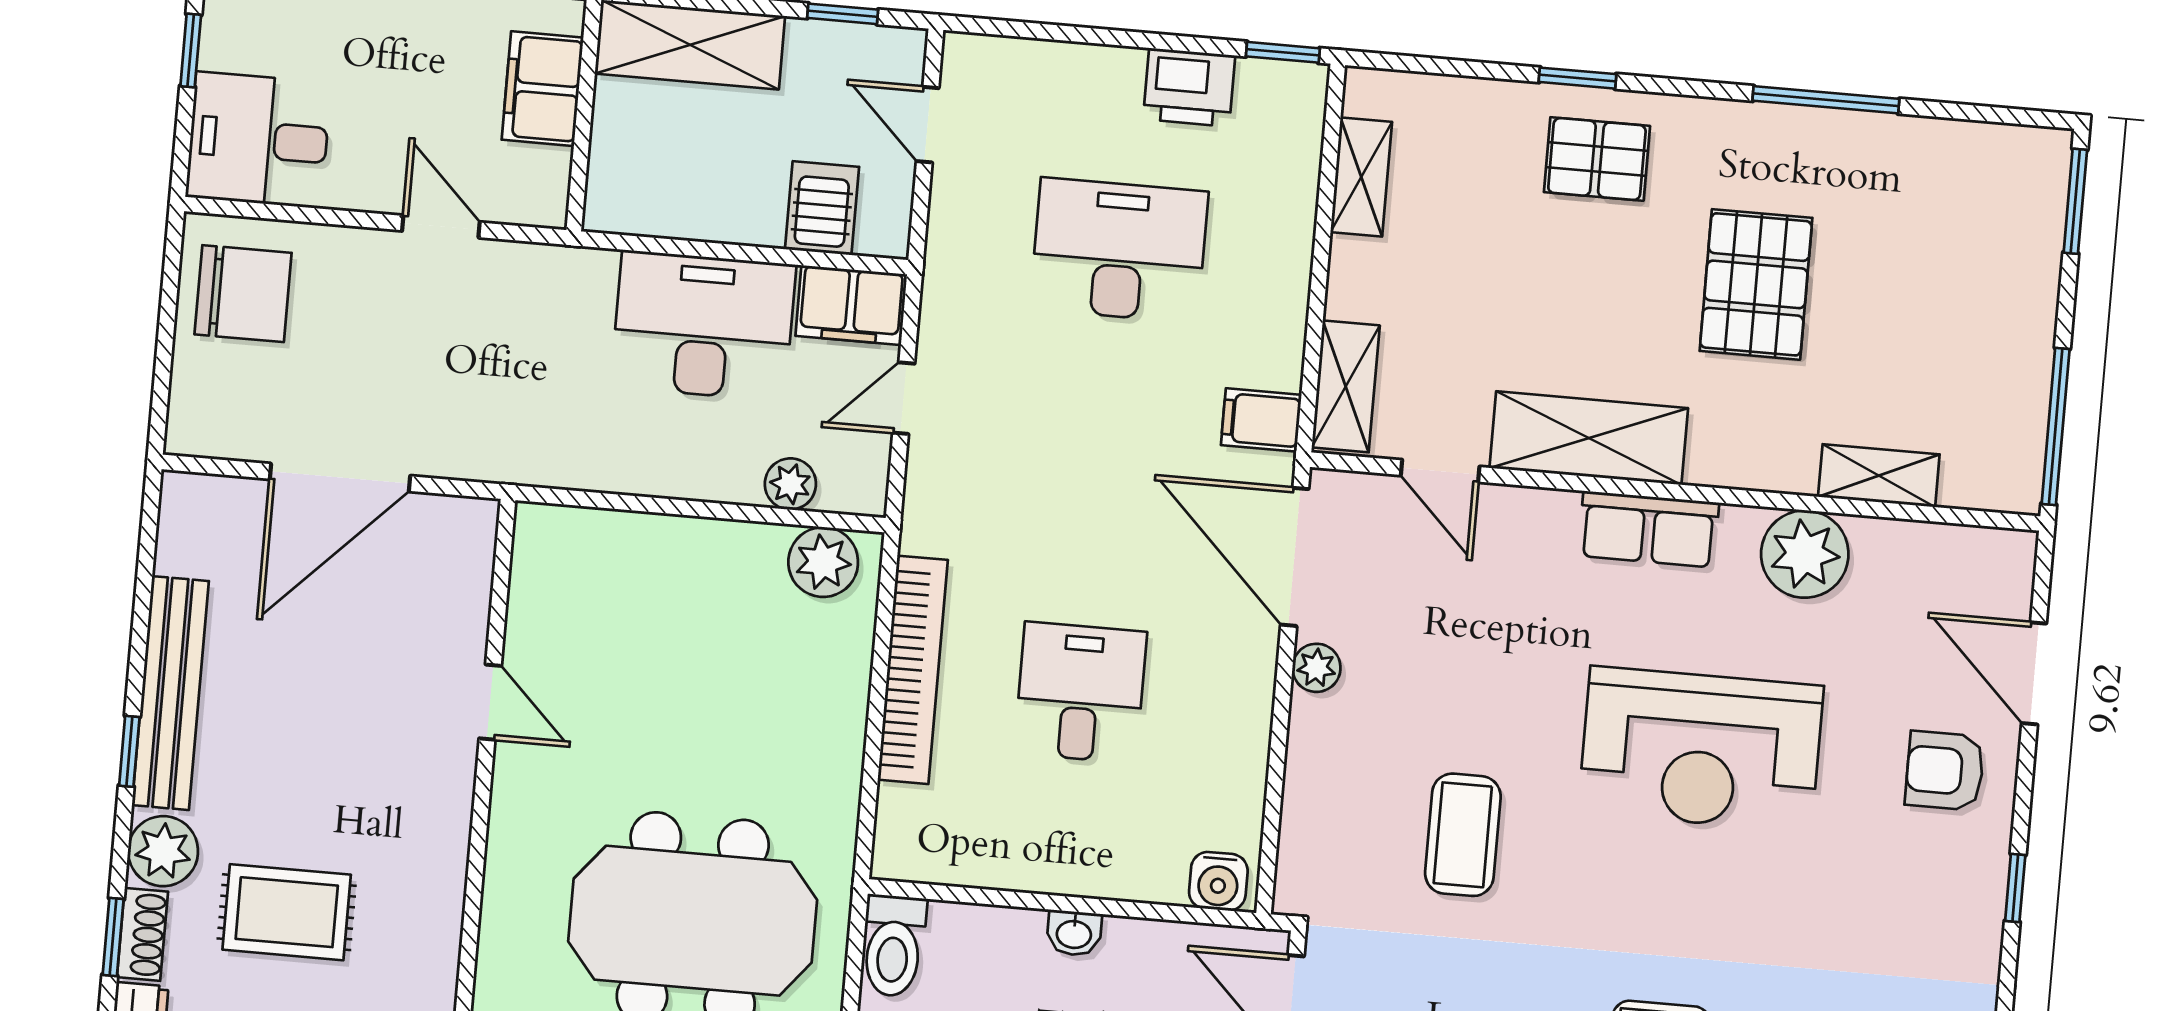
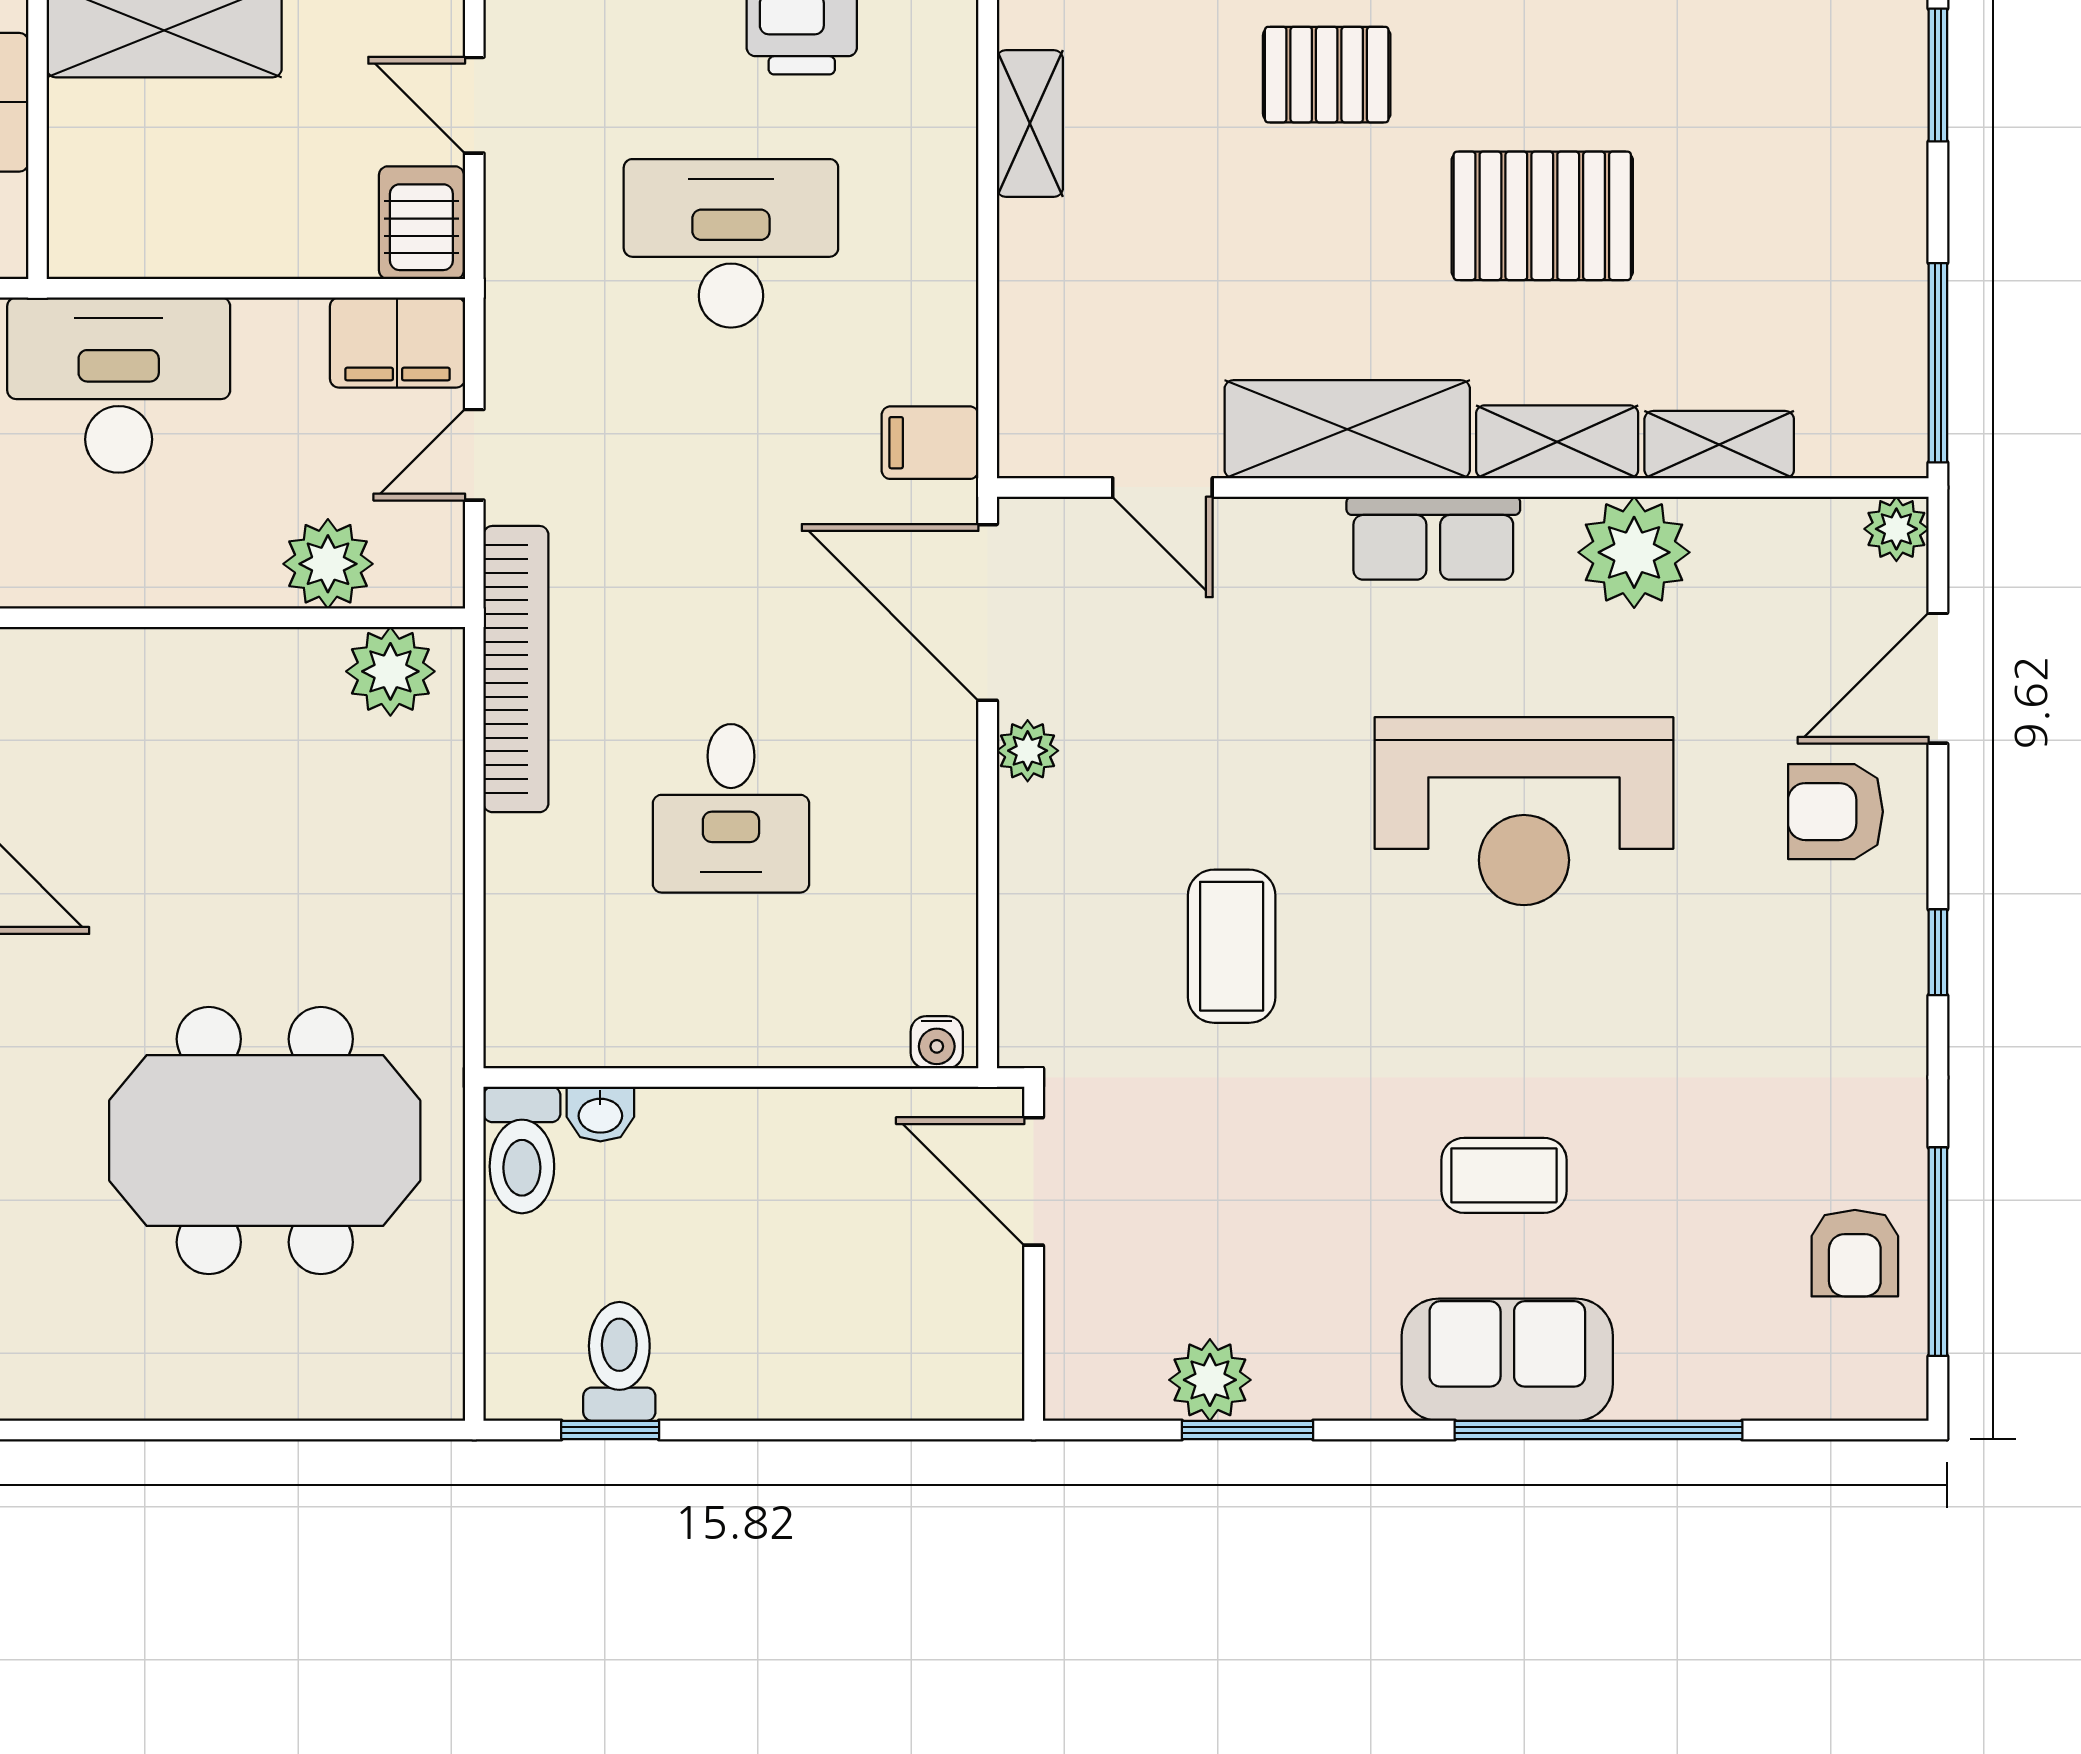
server rack: (822, 208) -> (421, 223), moved
pallet: (1756, 284) -> (1542, 216), turned 90
desk: (703, 326) -> (119, 385), moved
shelving: (1346, 386) -> (1557, 442), moved, turned 90
plant: (790, 484) -> (328, 564), width x1.38, depth x1.38
plant: (2012, 554) -> (1896, 529), added
bookcase: (913, 670) -> (516, 669), moved
door: (2034, 673) -> (1938, 678), hinge flipped
desk: (1080, 693) -> (731, 808), turned 180
water cooler: (1218, 881) -> (937, 1042), width x0.72, depth x0.72
washbasin: (1074, 933) -> (600, 1114), moved

